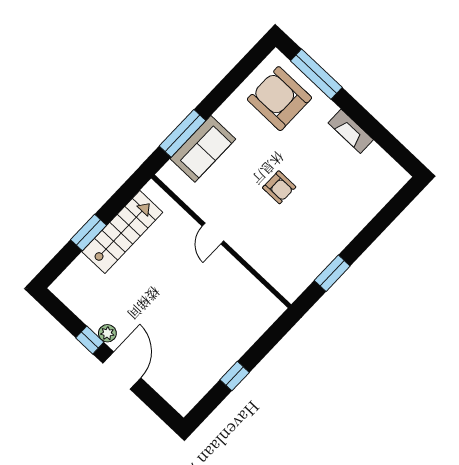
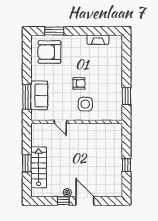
window: (316, 74) -> (54, 31), width x0.69
fireplace: (351, 131) -> (98, 40), moved
side table: (259, 227) -> (85, 104), added
stairs: (122, 232) -> (39, 167), moved
door: (213, 233) -> (60, 122), moved

